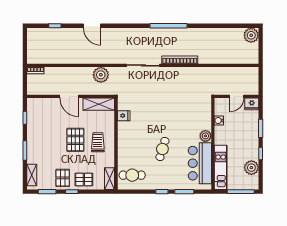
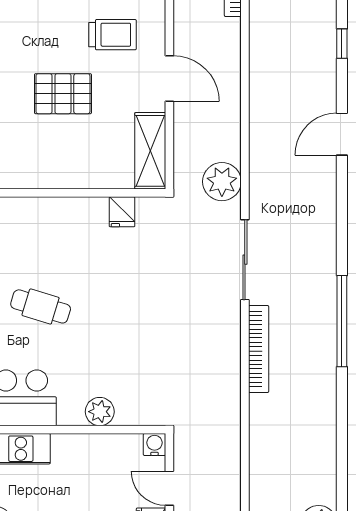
plant: (101, 75) -> (222, 182), moved
door: (69, 96) -> (169, 79), swing flipped
water cooler: (219, 121) -> (155, 444), moved
plant: (205, 136) -> (100, 412), moved
trolley: (98, 142) -> (113, 35), moved

